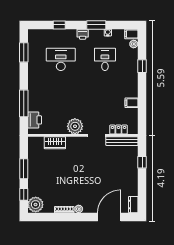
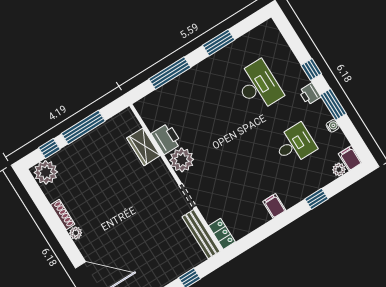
window: (59, 25) -> (311, 69), moved
window: (24, 52) -> (219, 43), moved
filing cabinet: (131, 103) -> (274, 206), moved
printer: (35, 120) -> (166, 139), moved, turned -90
locker: (118, 130) -> (222, 234), moved
window: (24, 169) -> (83, 127), width x1.44

